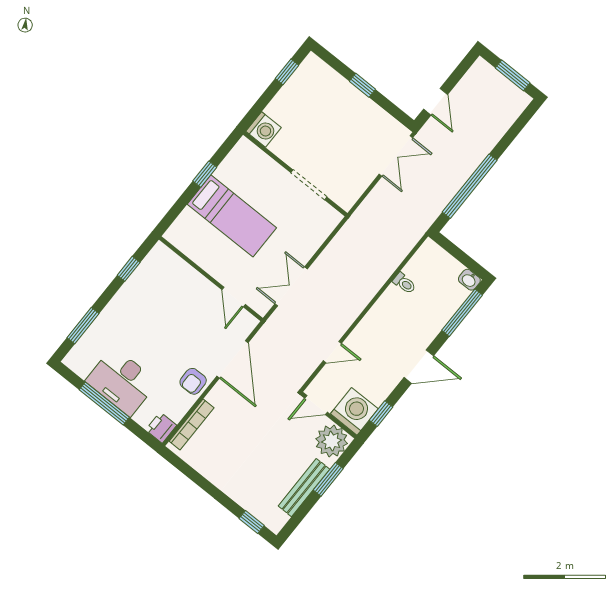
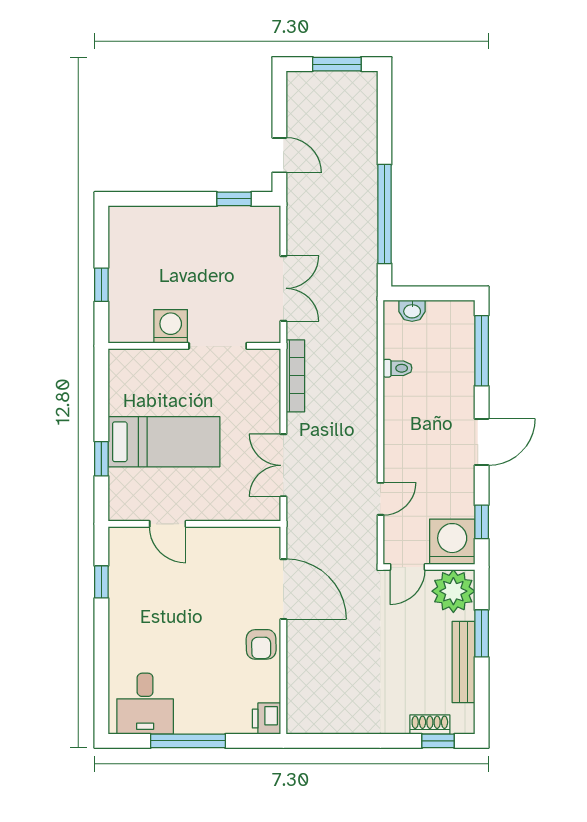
window: (287, 72) -> (101, 285), moved
window: (362, 85) -> (234, 199), moved
washing machine: (263, 129) -> (171, 326), moved, turned -90
double door: (396, 156) -> (283, 288), moved
window: (205, 174) -> (101, 459), moved
washbasin: (469, 280) -> (412, 311), moved
door: (234, 297) -> (168, 524), moved
window: (83, 326) -> (101, 678), removed
desk: (122, 381) -> (145, 704), moved, width x0.73
bookcase: (192, 425) -> (295, 376), moved
shoe rack: (255, 508) -> (430, 724), added

